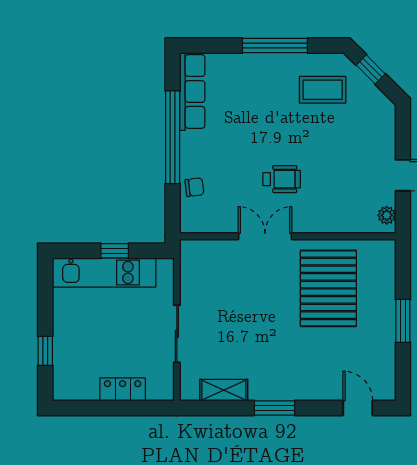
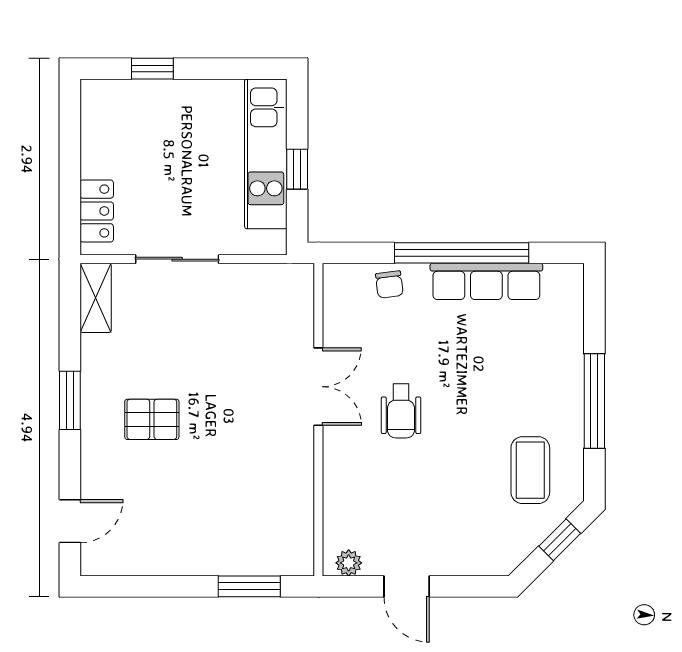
row of seats: (192, 91) -> (486, 281), moved
pallet: (328, 288) -> (152, 419), moved, width x0.49, depth x0.50
window: (403, 321) -> (249, 586), moved
locker: (123, 389) -> (97, 211), moved
shelving: (224, 390) -> (96, 298), moved

